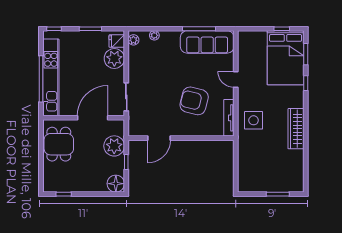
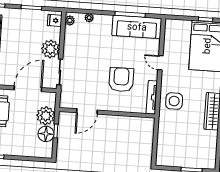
plant: (114, 58) -> (50, 49), moved
armchair: (194, 101) -> (121, 80), turned 76
floor lamp: (116, 184) -> (46, 134), moved

